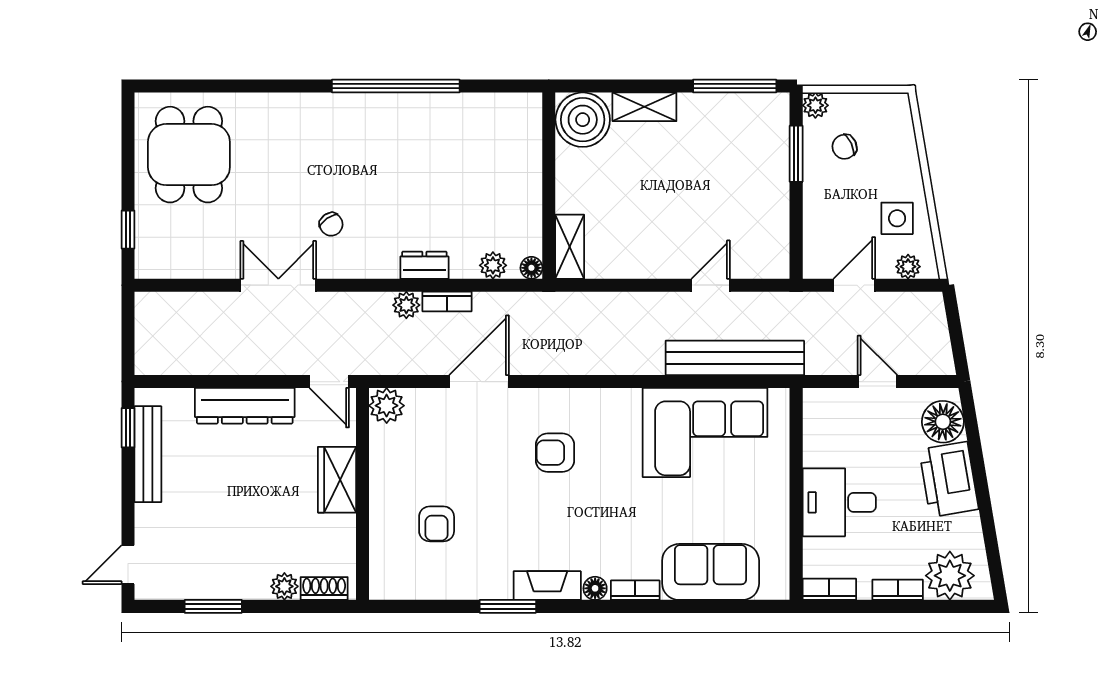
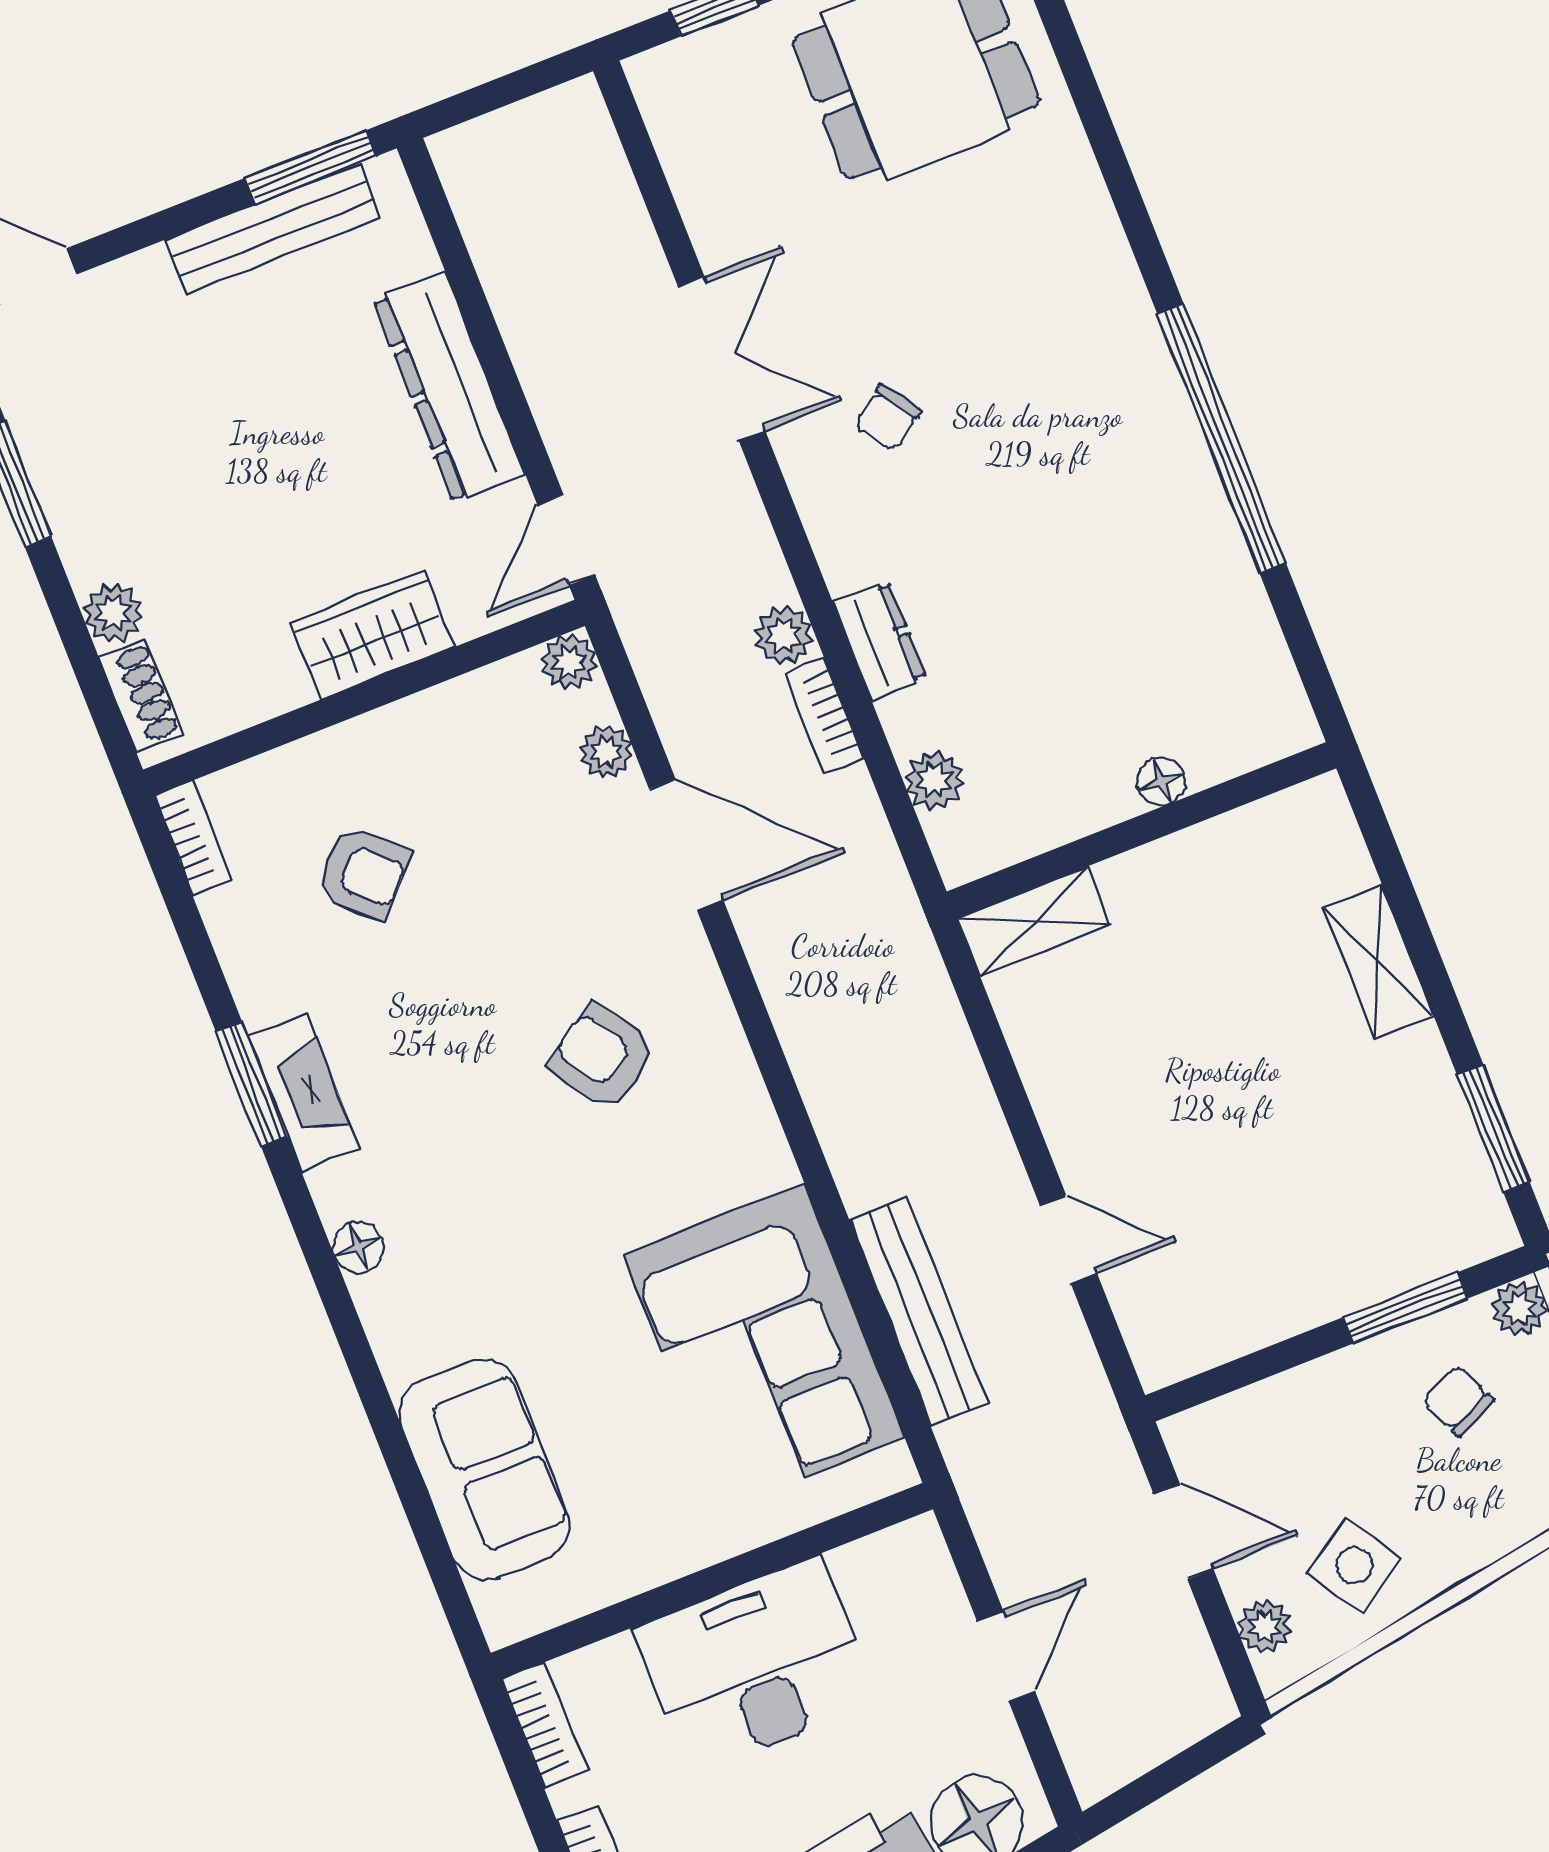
window: (735, 86) -> (1493, 1129), width x0.69
boiler: (583, 120) -> (1303, 846), removed
side table: (897, 218) -> (1354, 1565), turned -34
floor lamp: (531, 268) -> (1161, 781), moved
bench: (735, 358) -> (919, 1312), width x0.73, depth x0.82
plant: (426, 400) -> (606, 752), added
plant: (387, 406) -> (569, 662), width x0.73, depth x0.73
window: (128, 428) -> (311, 167), width x1.50
armchair: (555, 453) -> (603, 1057), turned -34
desk: (839, 502) -> (755, 1665), width x1.37
armchair: (437, 524) -> (362, 873), turned -137
fireplace: (547, 586) -> (304, 1092), moved
bookcase: (635, 590) -> (193, 838), moved

